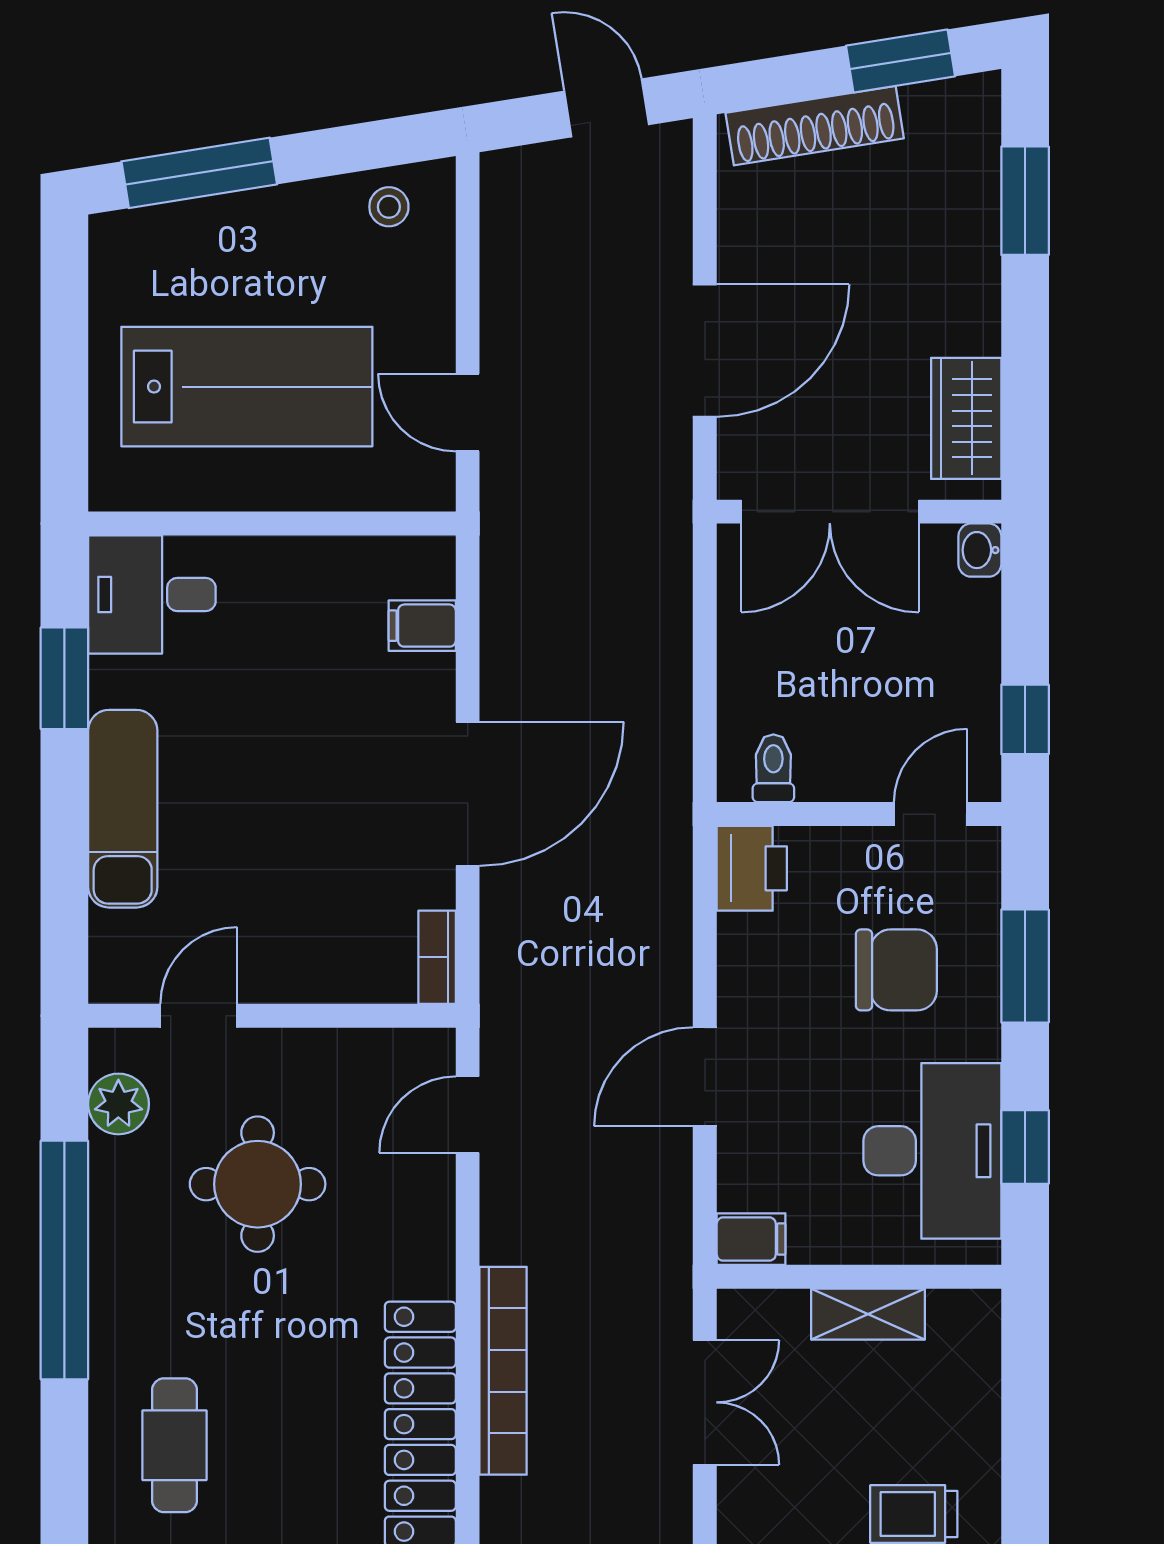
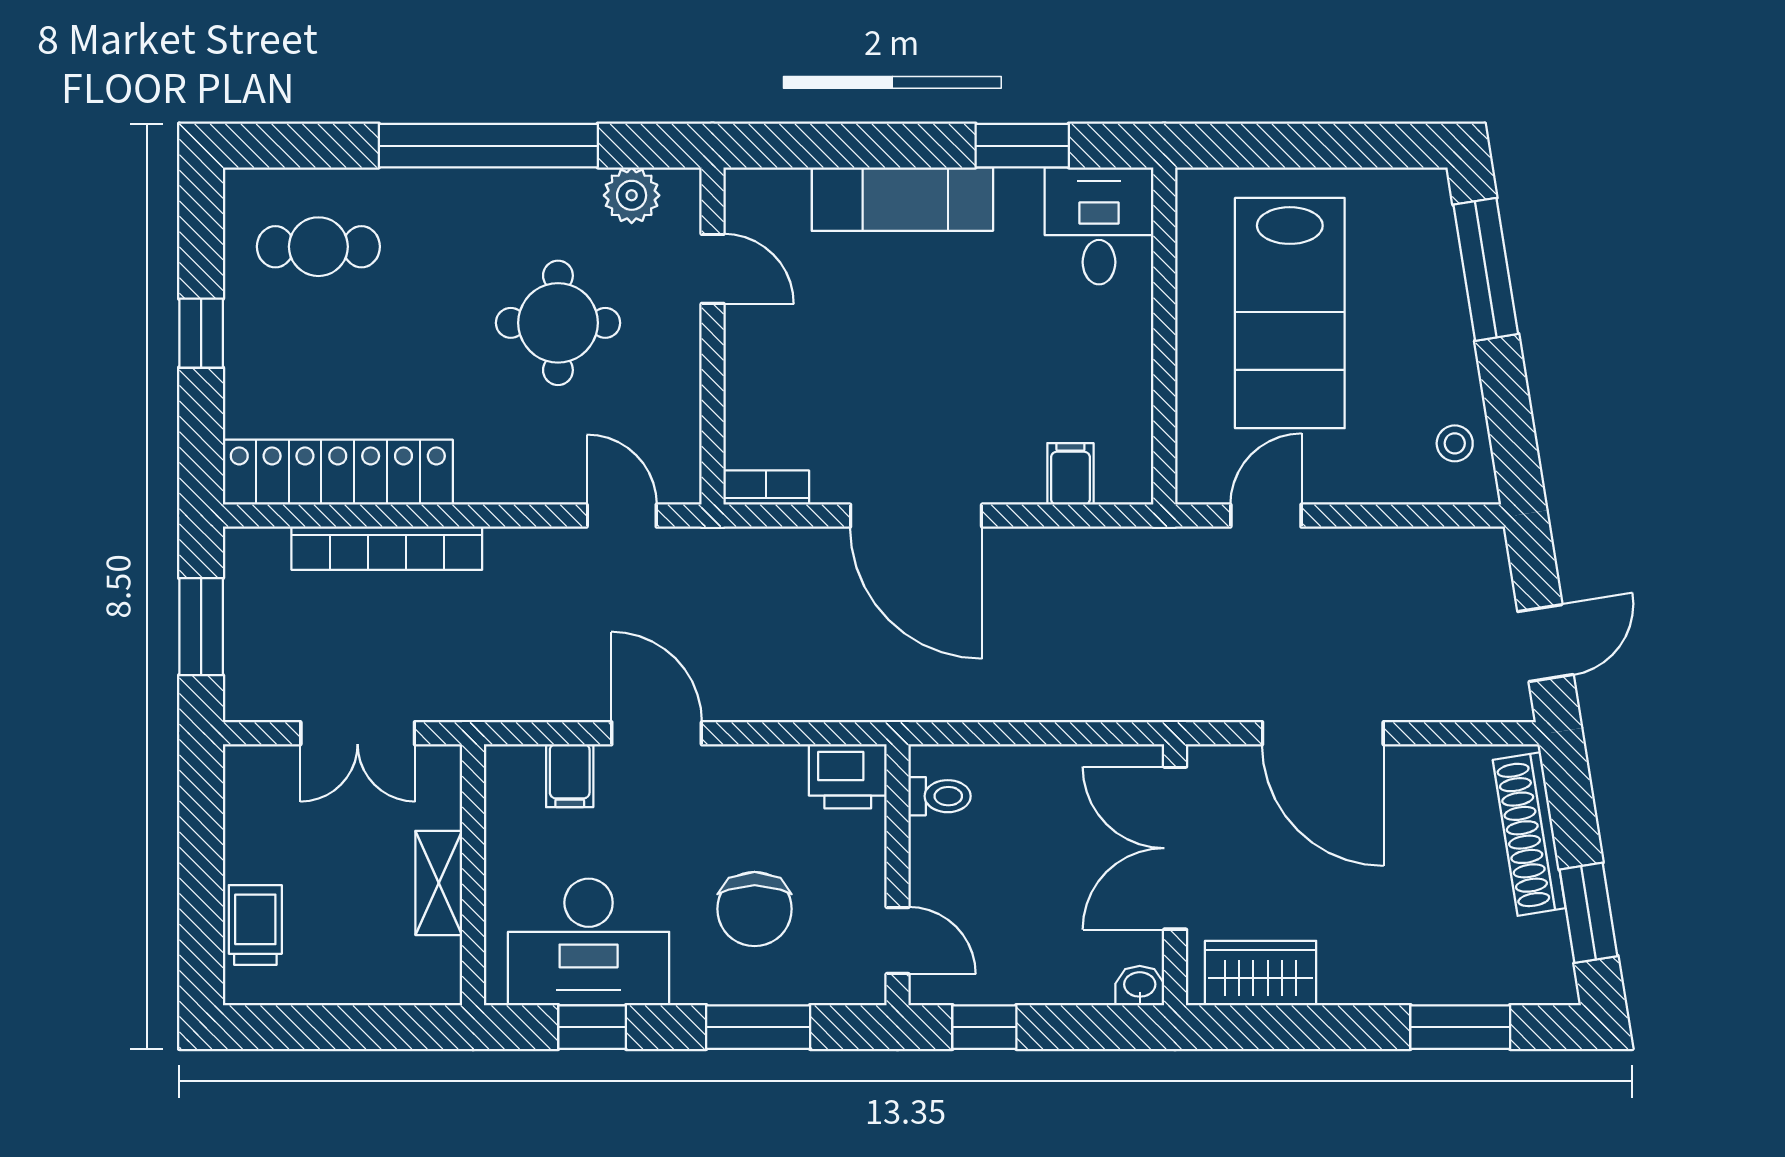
filing cabinet: (751, 1239) -> (570, 776), moved

